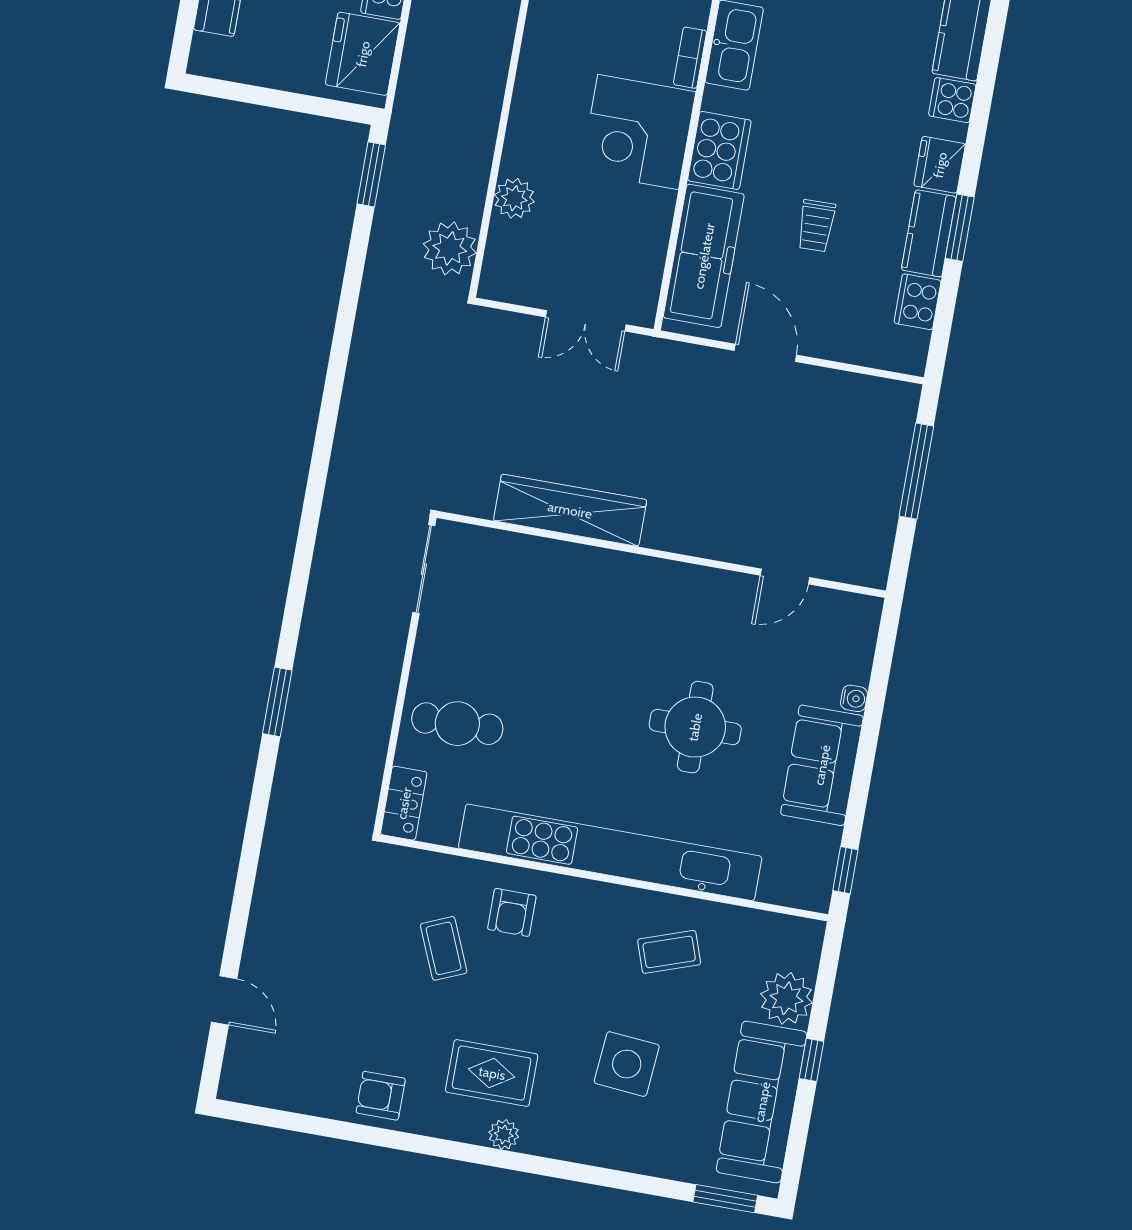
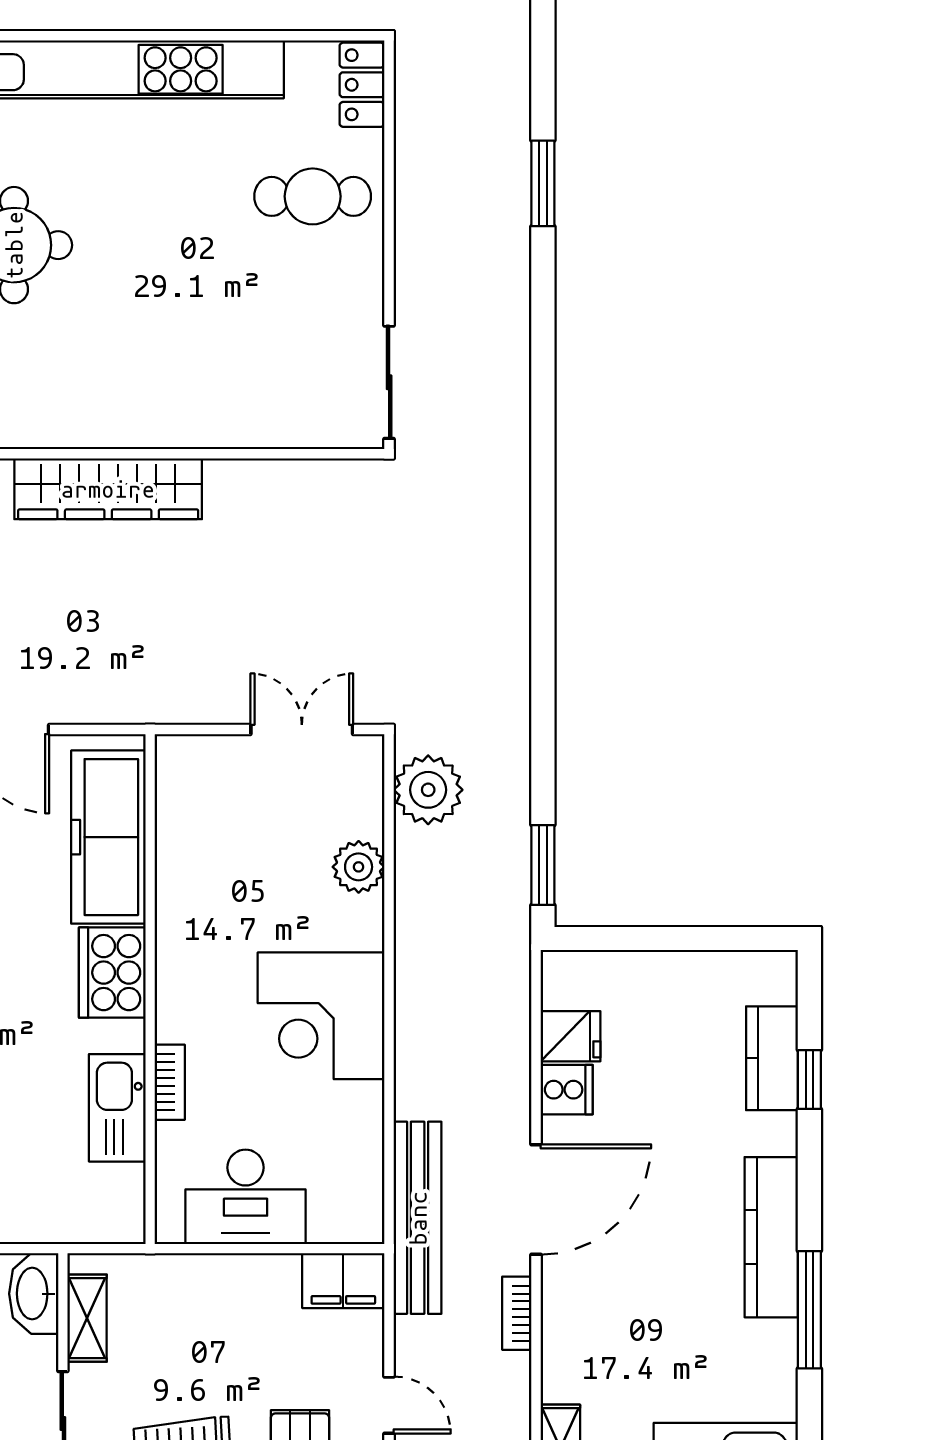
fridge: (363, 54) -> (571, 1036), width x0.53, depth x0.75
corner desk: (638, 132) -> (321, 1016), moved, turned 180
double door: (586, 321) -> (302, 729), moved
wardrobe: (570, 510) -> (108, 489), moved

